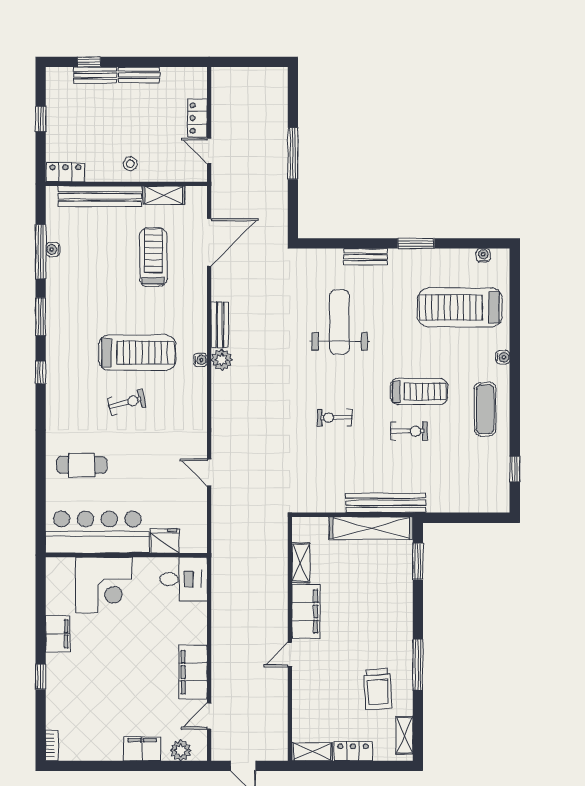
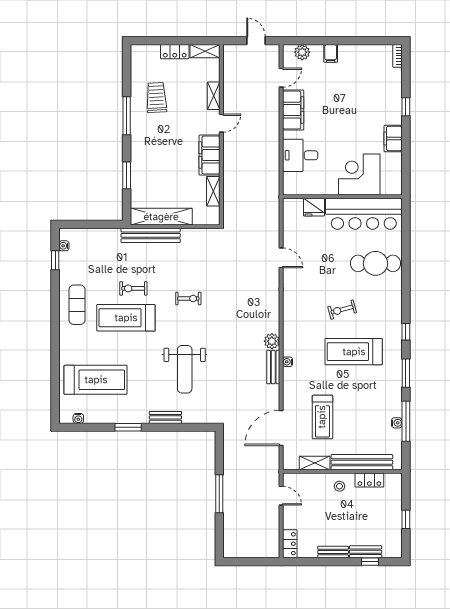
locker: (197, 118) -> (290, 544), moved
locker: (65, 172) -> (369, 480), moved
treadmill: (137, 353) -> (354, 352), moved
water cooler: (503, 357) -> (64, 246), moved
water cooler: (200, 360) -> (288, 362), moved
treadmill: (419, 391) -> (126, 318), width x1.37, depth x1.38
cafe table: (82, 465) -> (375, 263), width x1.37, depth x1.35
window: (418, 561) -> (127, 175), moved
desk: (183, 579) -> (300, 155), moved
shelving: (404, 735) -> (214, 96), moved
filing cabinet: (142, 749) -> (331, 53), width x0.50

